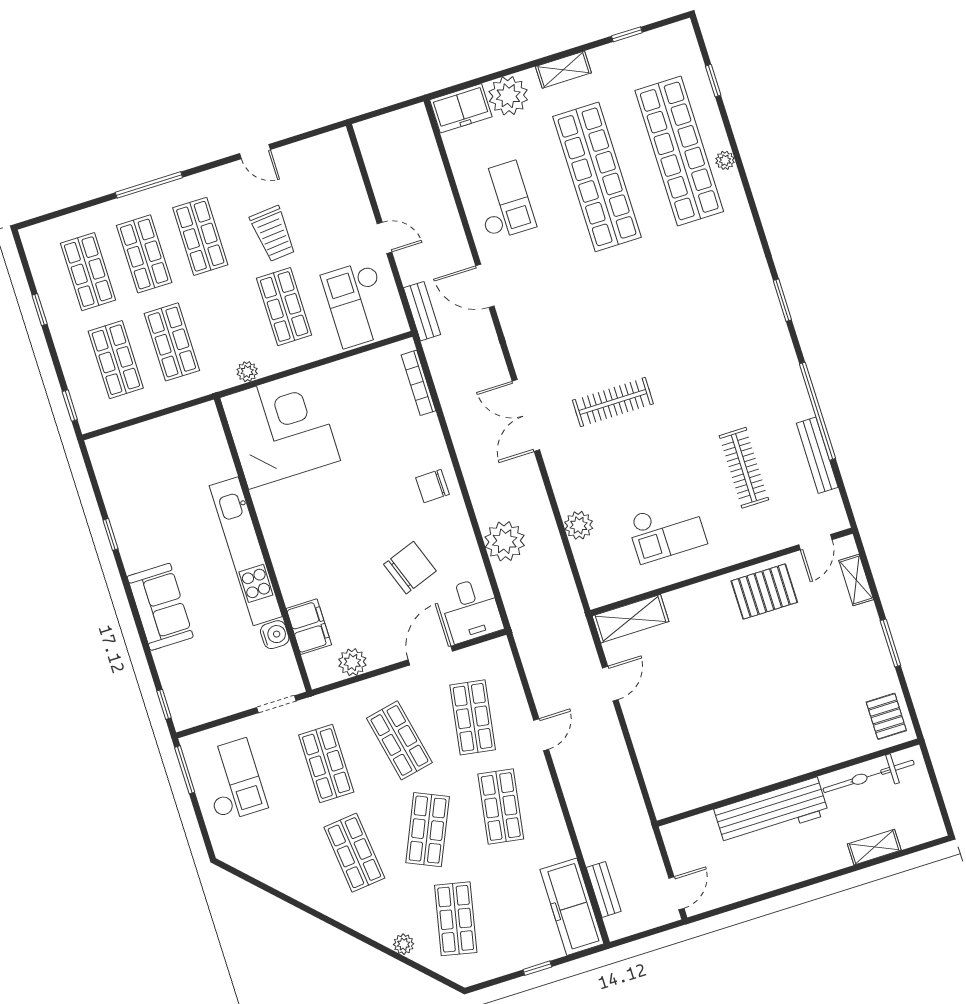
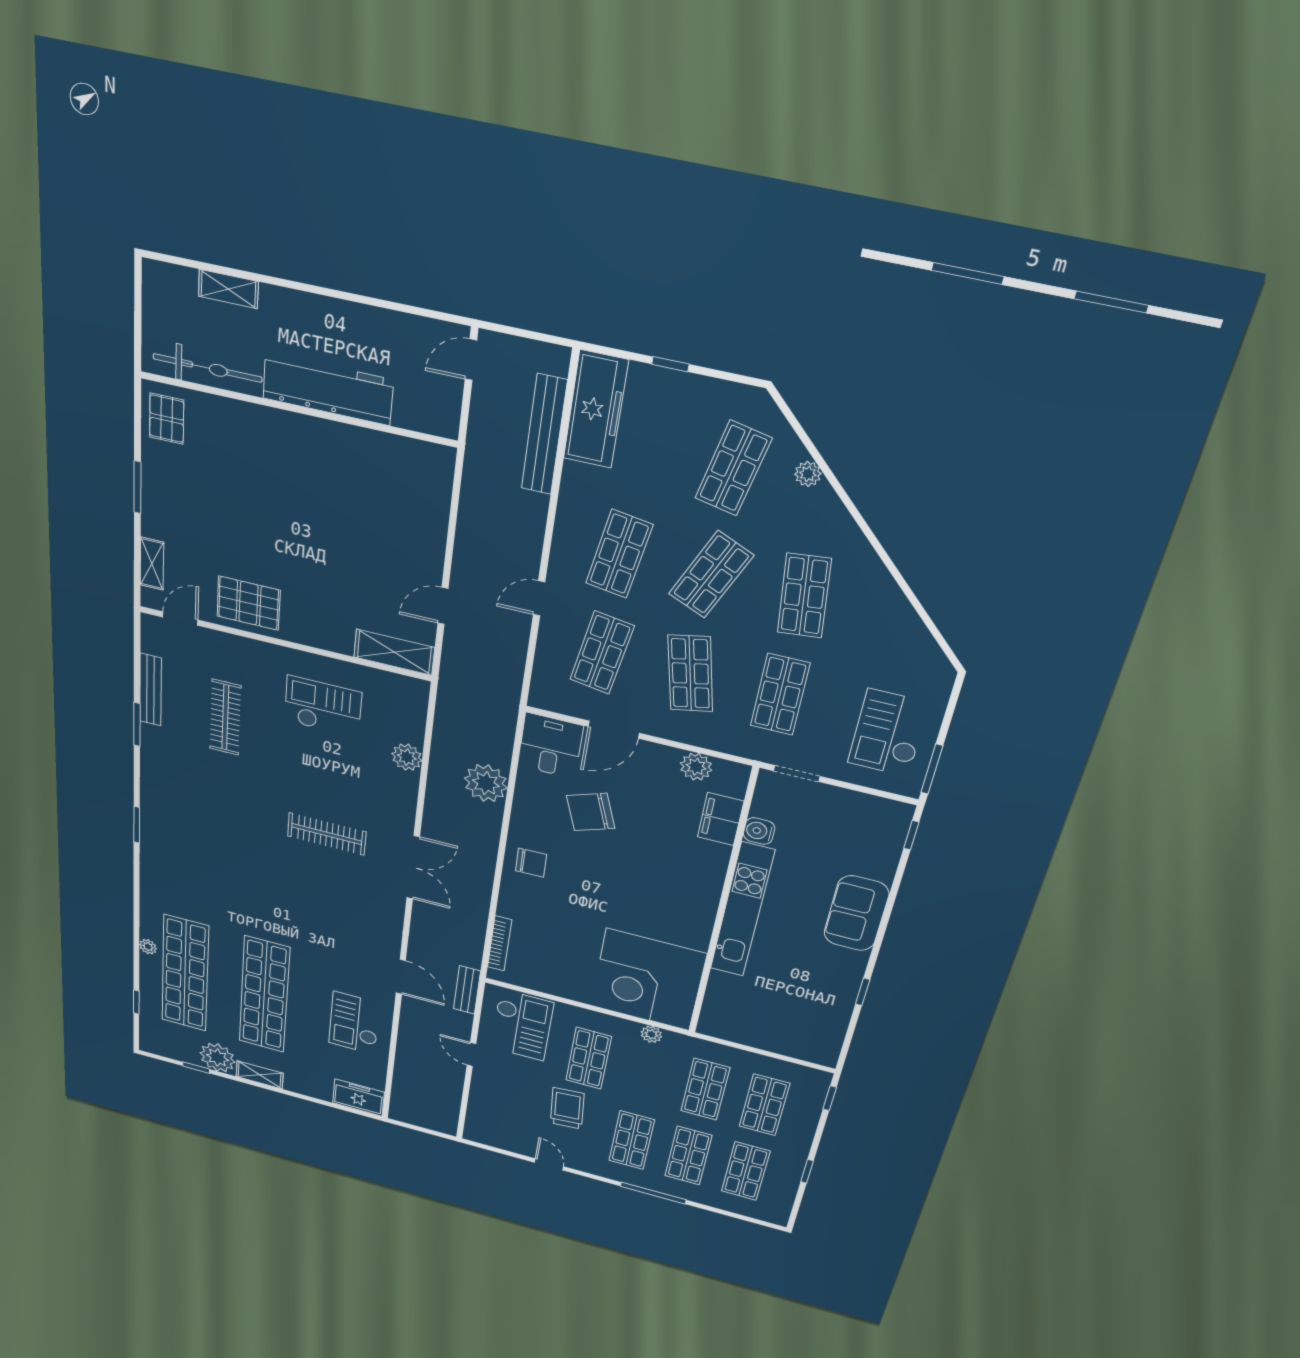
plant: (508, 96) -> (217, 1058), moved
window: (817, 411) -> (137, 724), width x0.47
bench: (604, 889) -> (544, 435), width x1.86, depth x1.21

